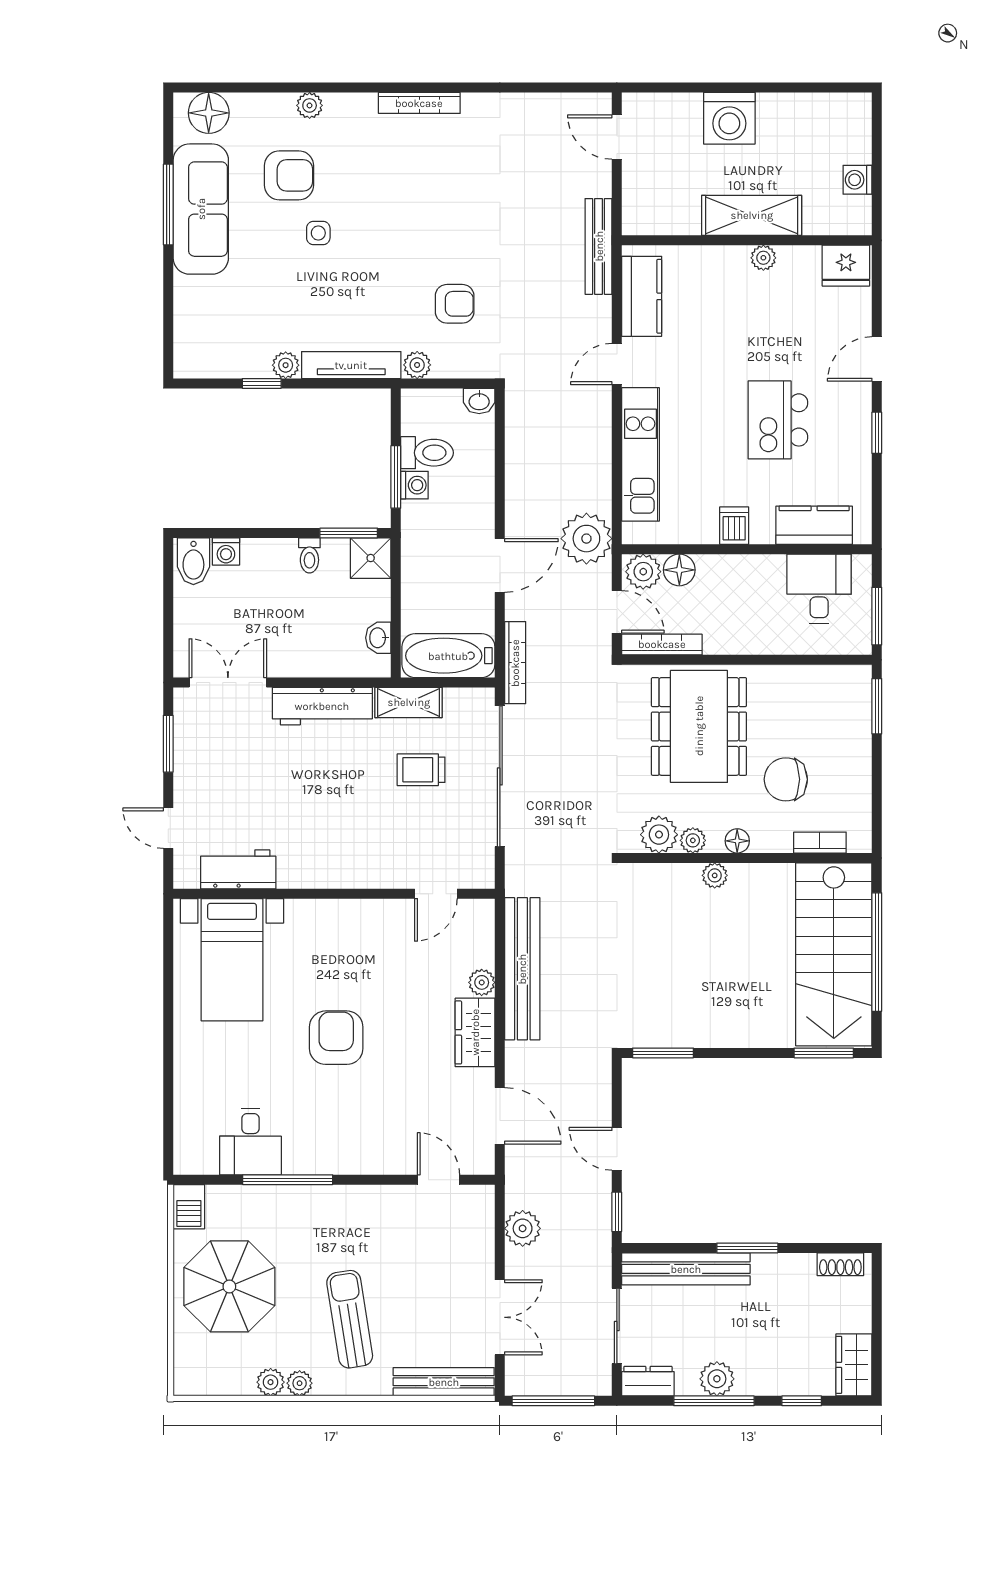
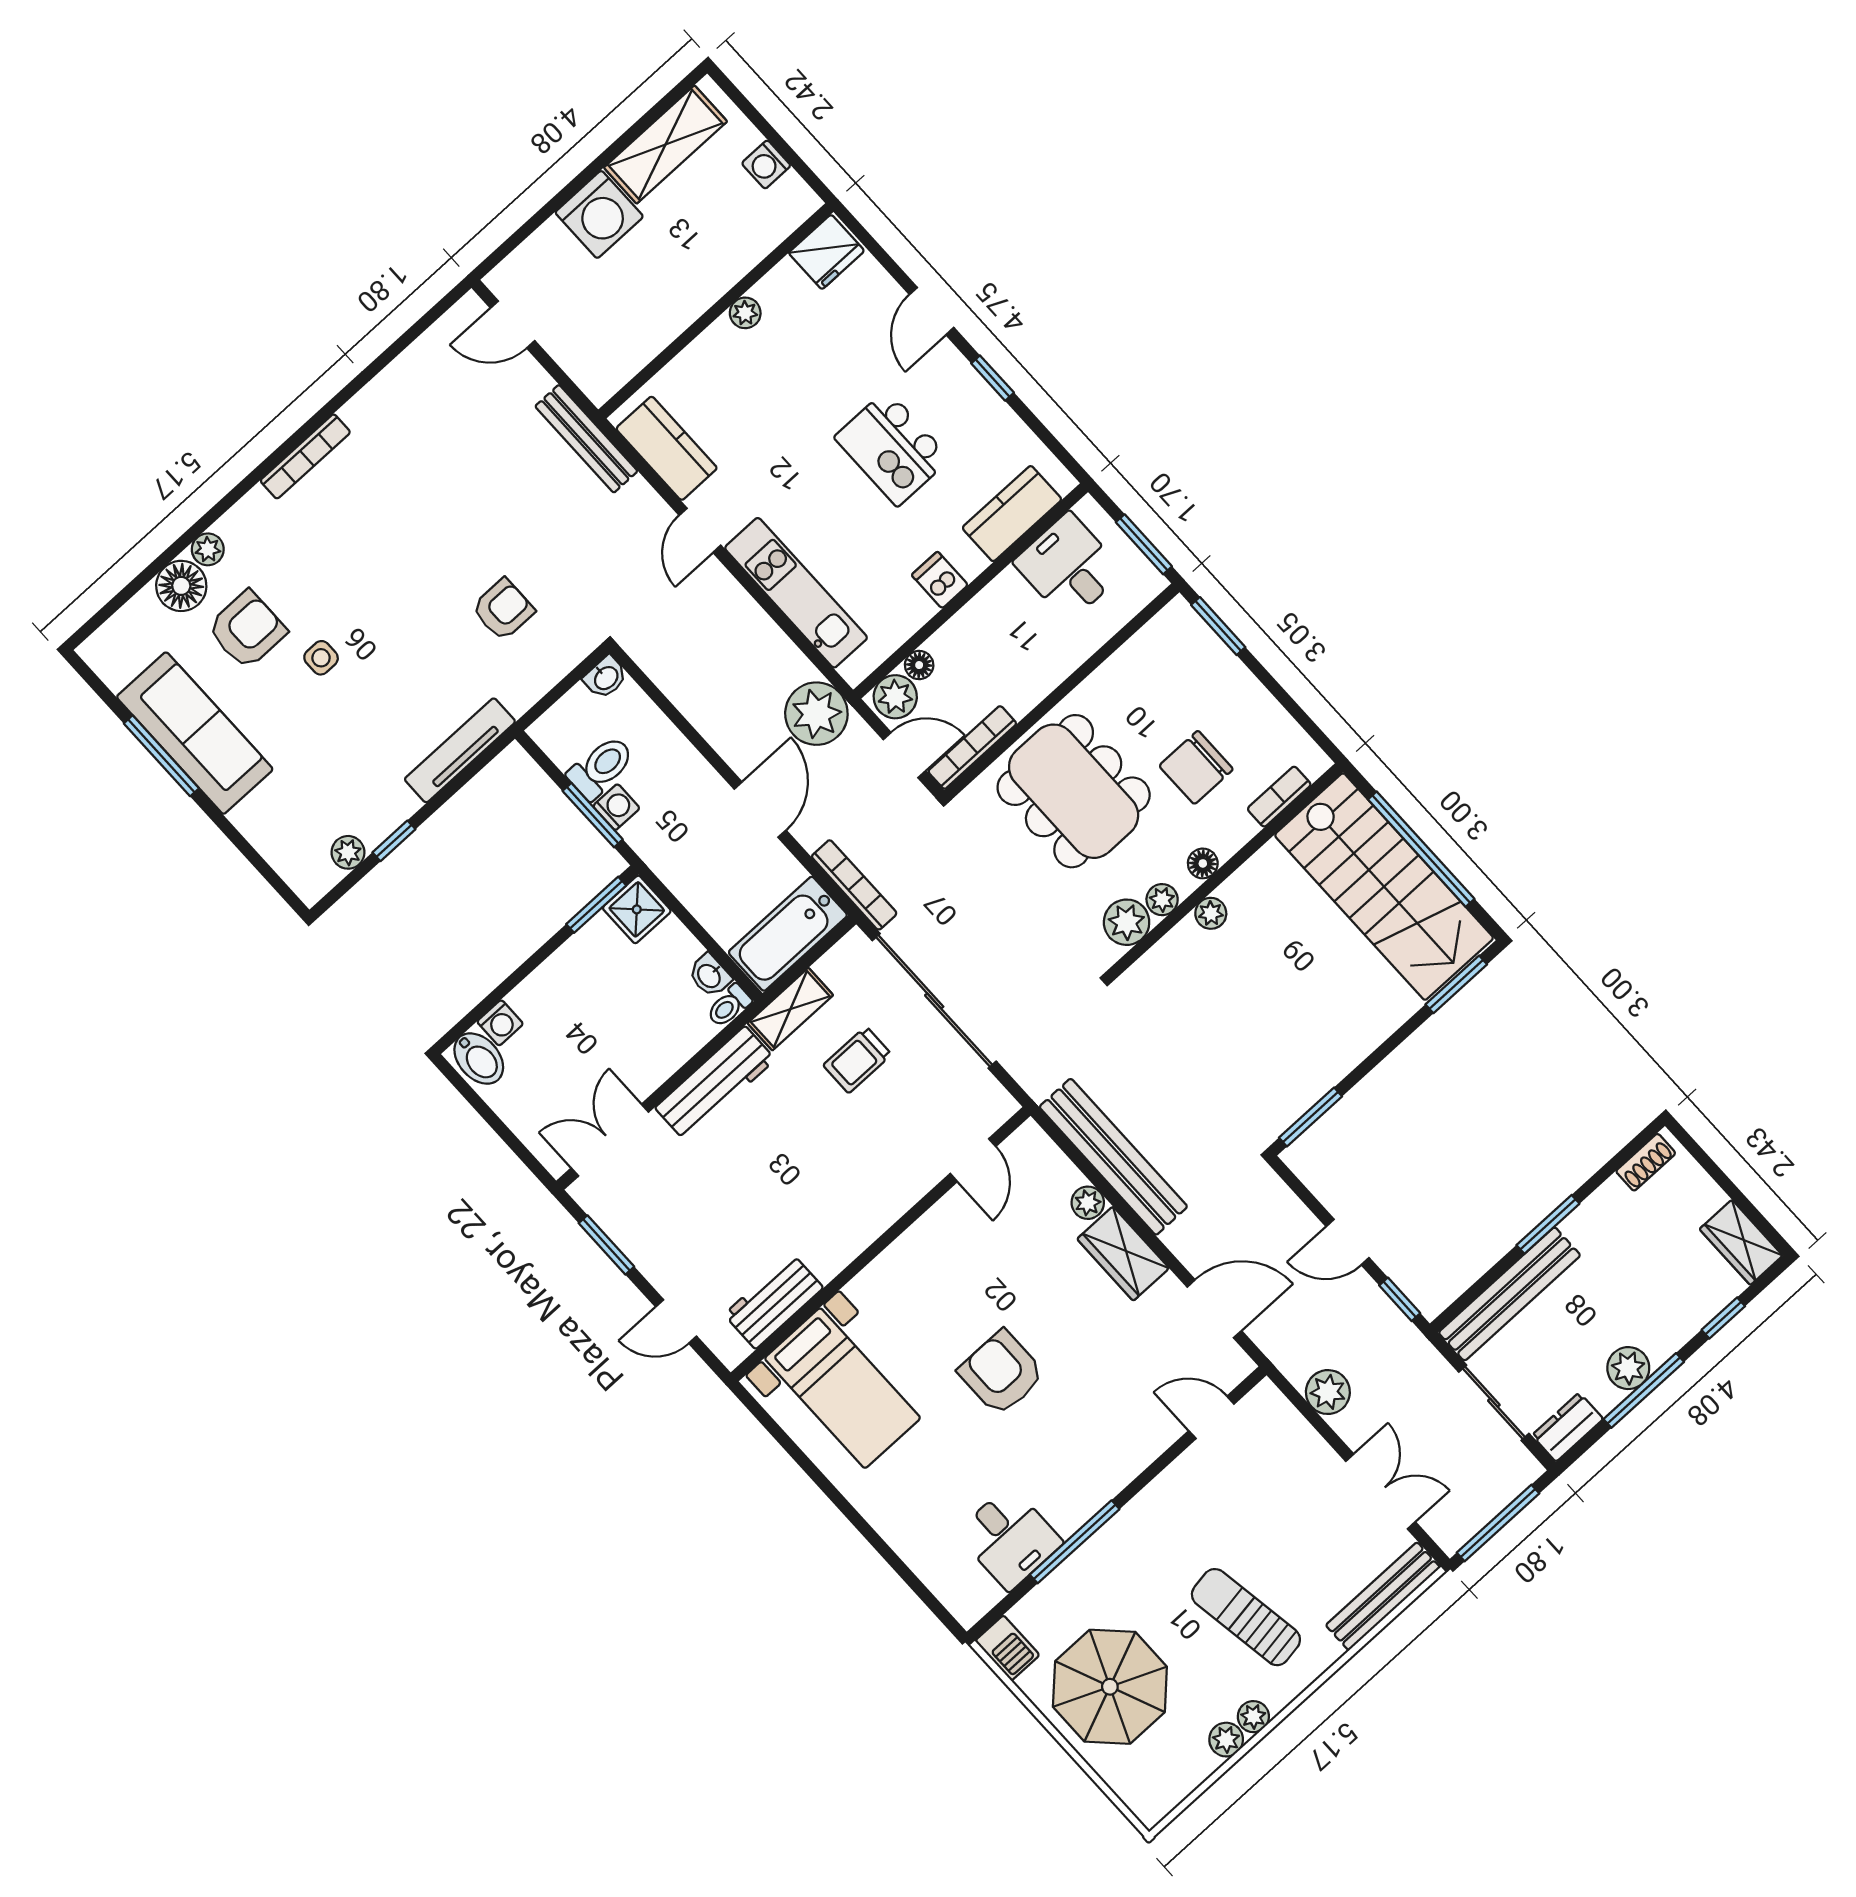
floor lamp: (209, 113) -> (181, 586), moved
shelving: (752, 215) -> (666, 145), moved
plant: (286, 365) -> (348, 852), moved
plant: (417, 365) -> (520, 696), removed
toilet: (309, 555) -> (729, 1006), moved, turned 90
floor lamp: (679, 570) -> (919, 665), width x0.73, depth x0.73

